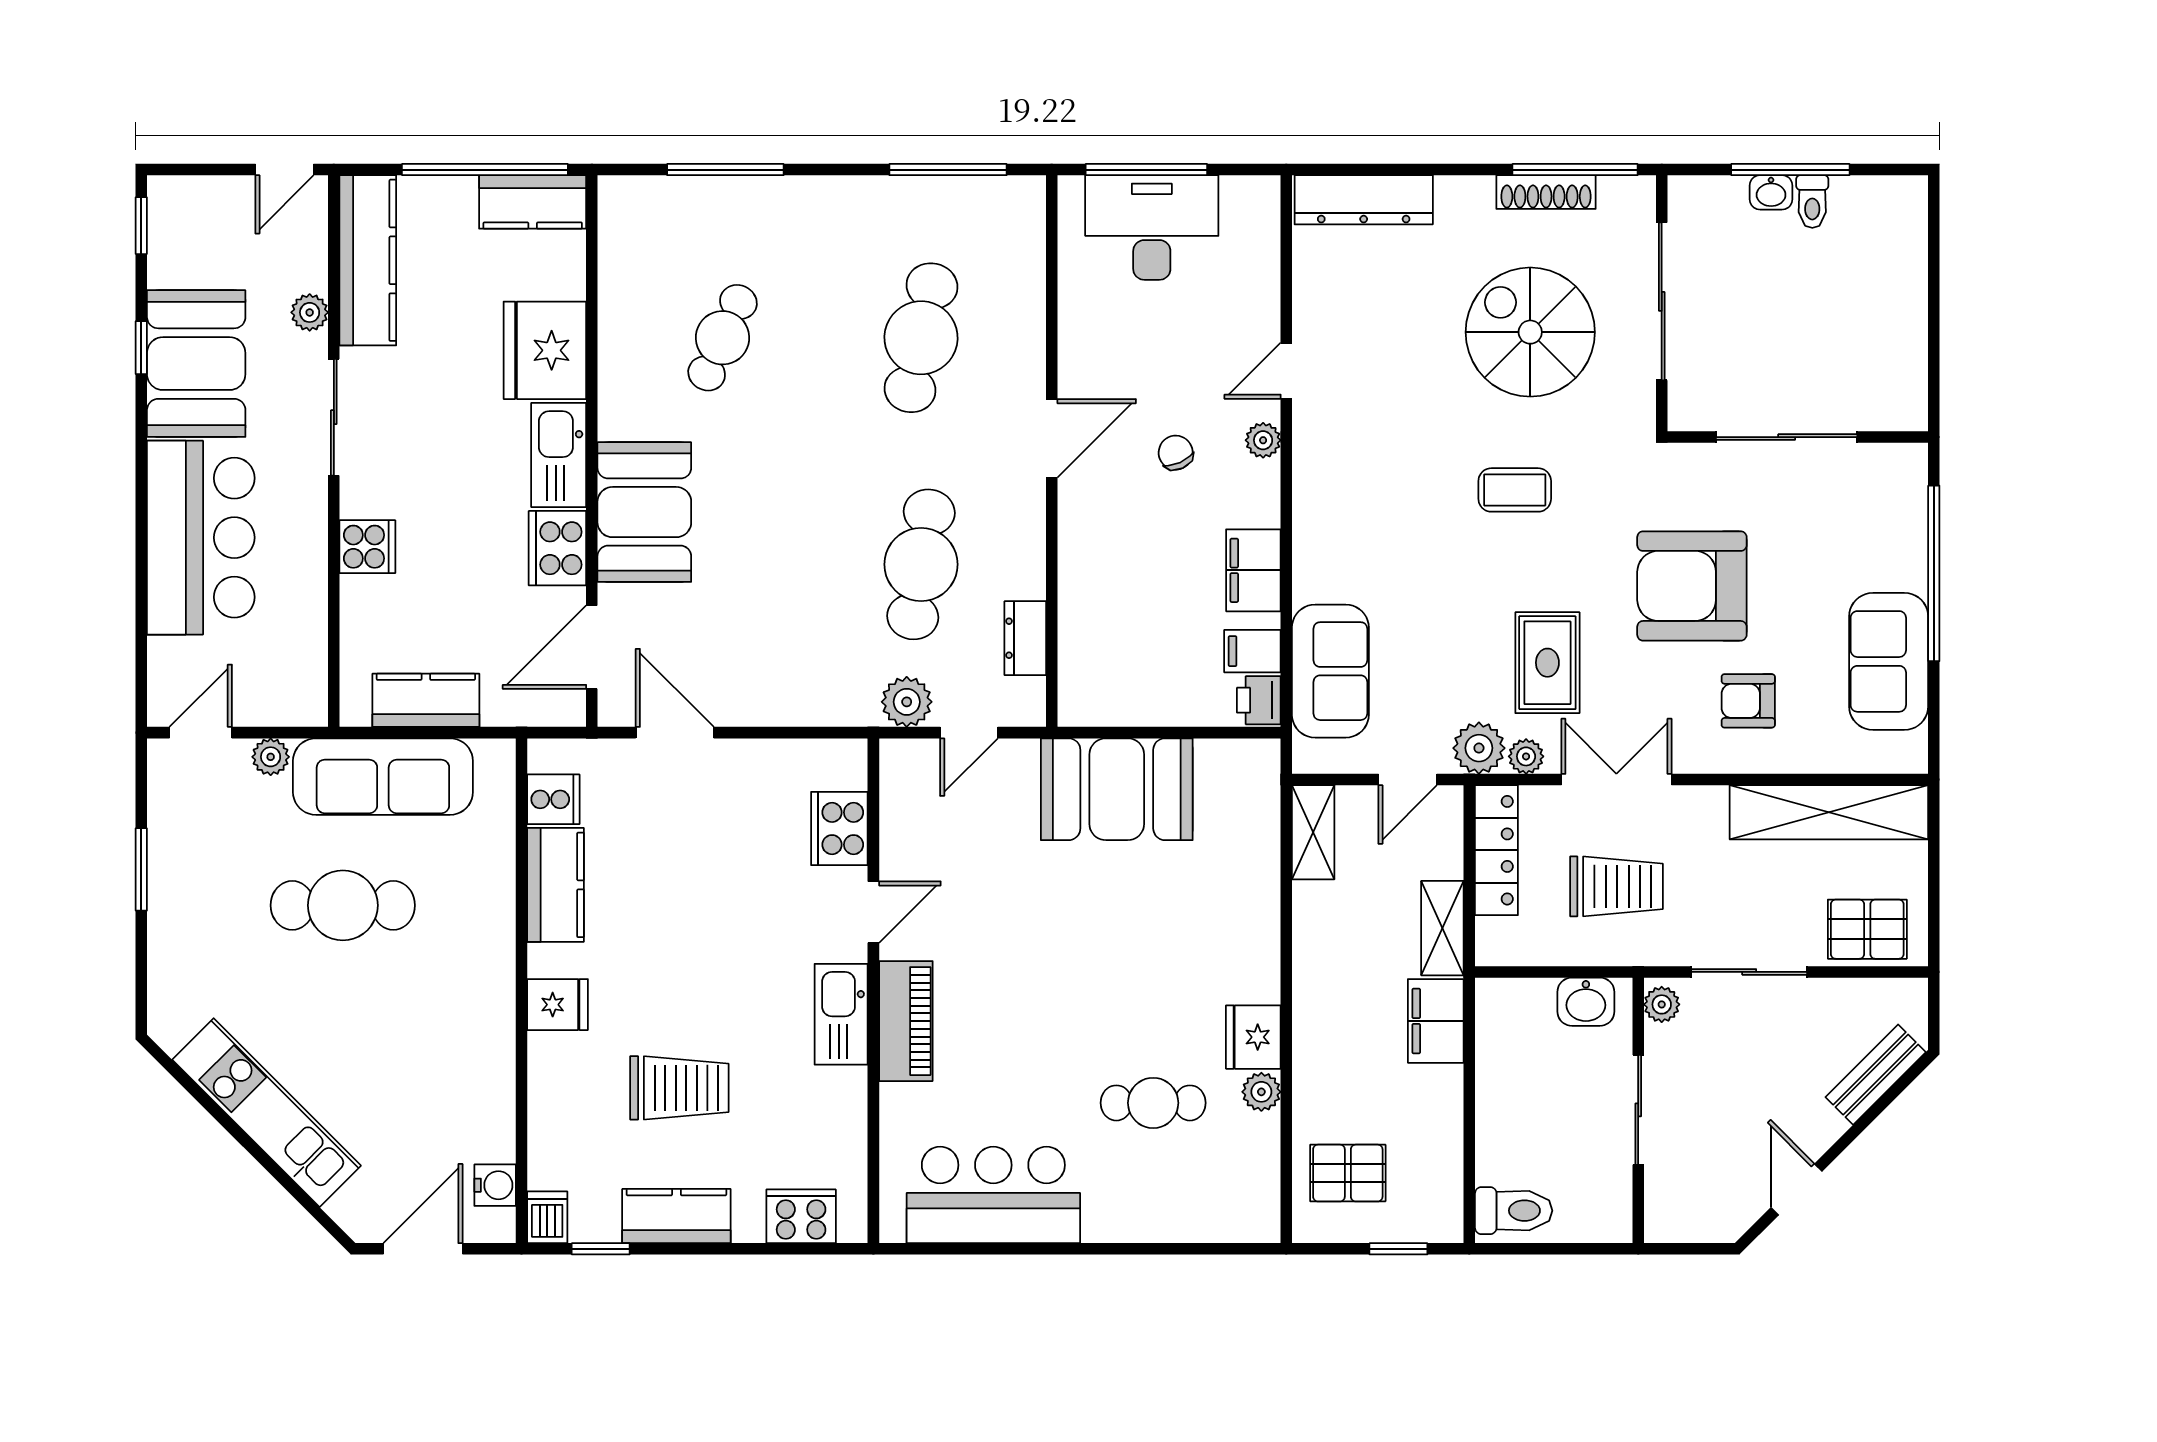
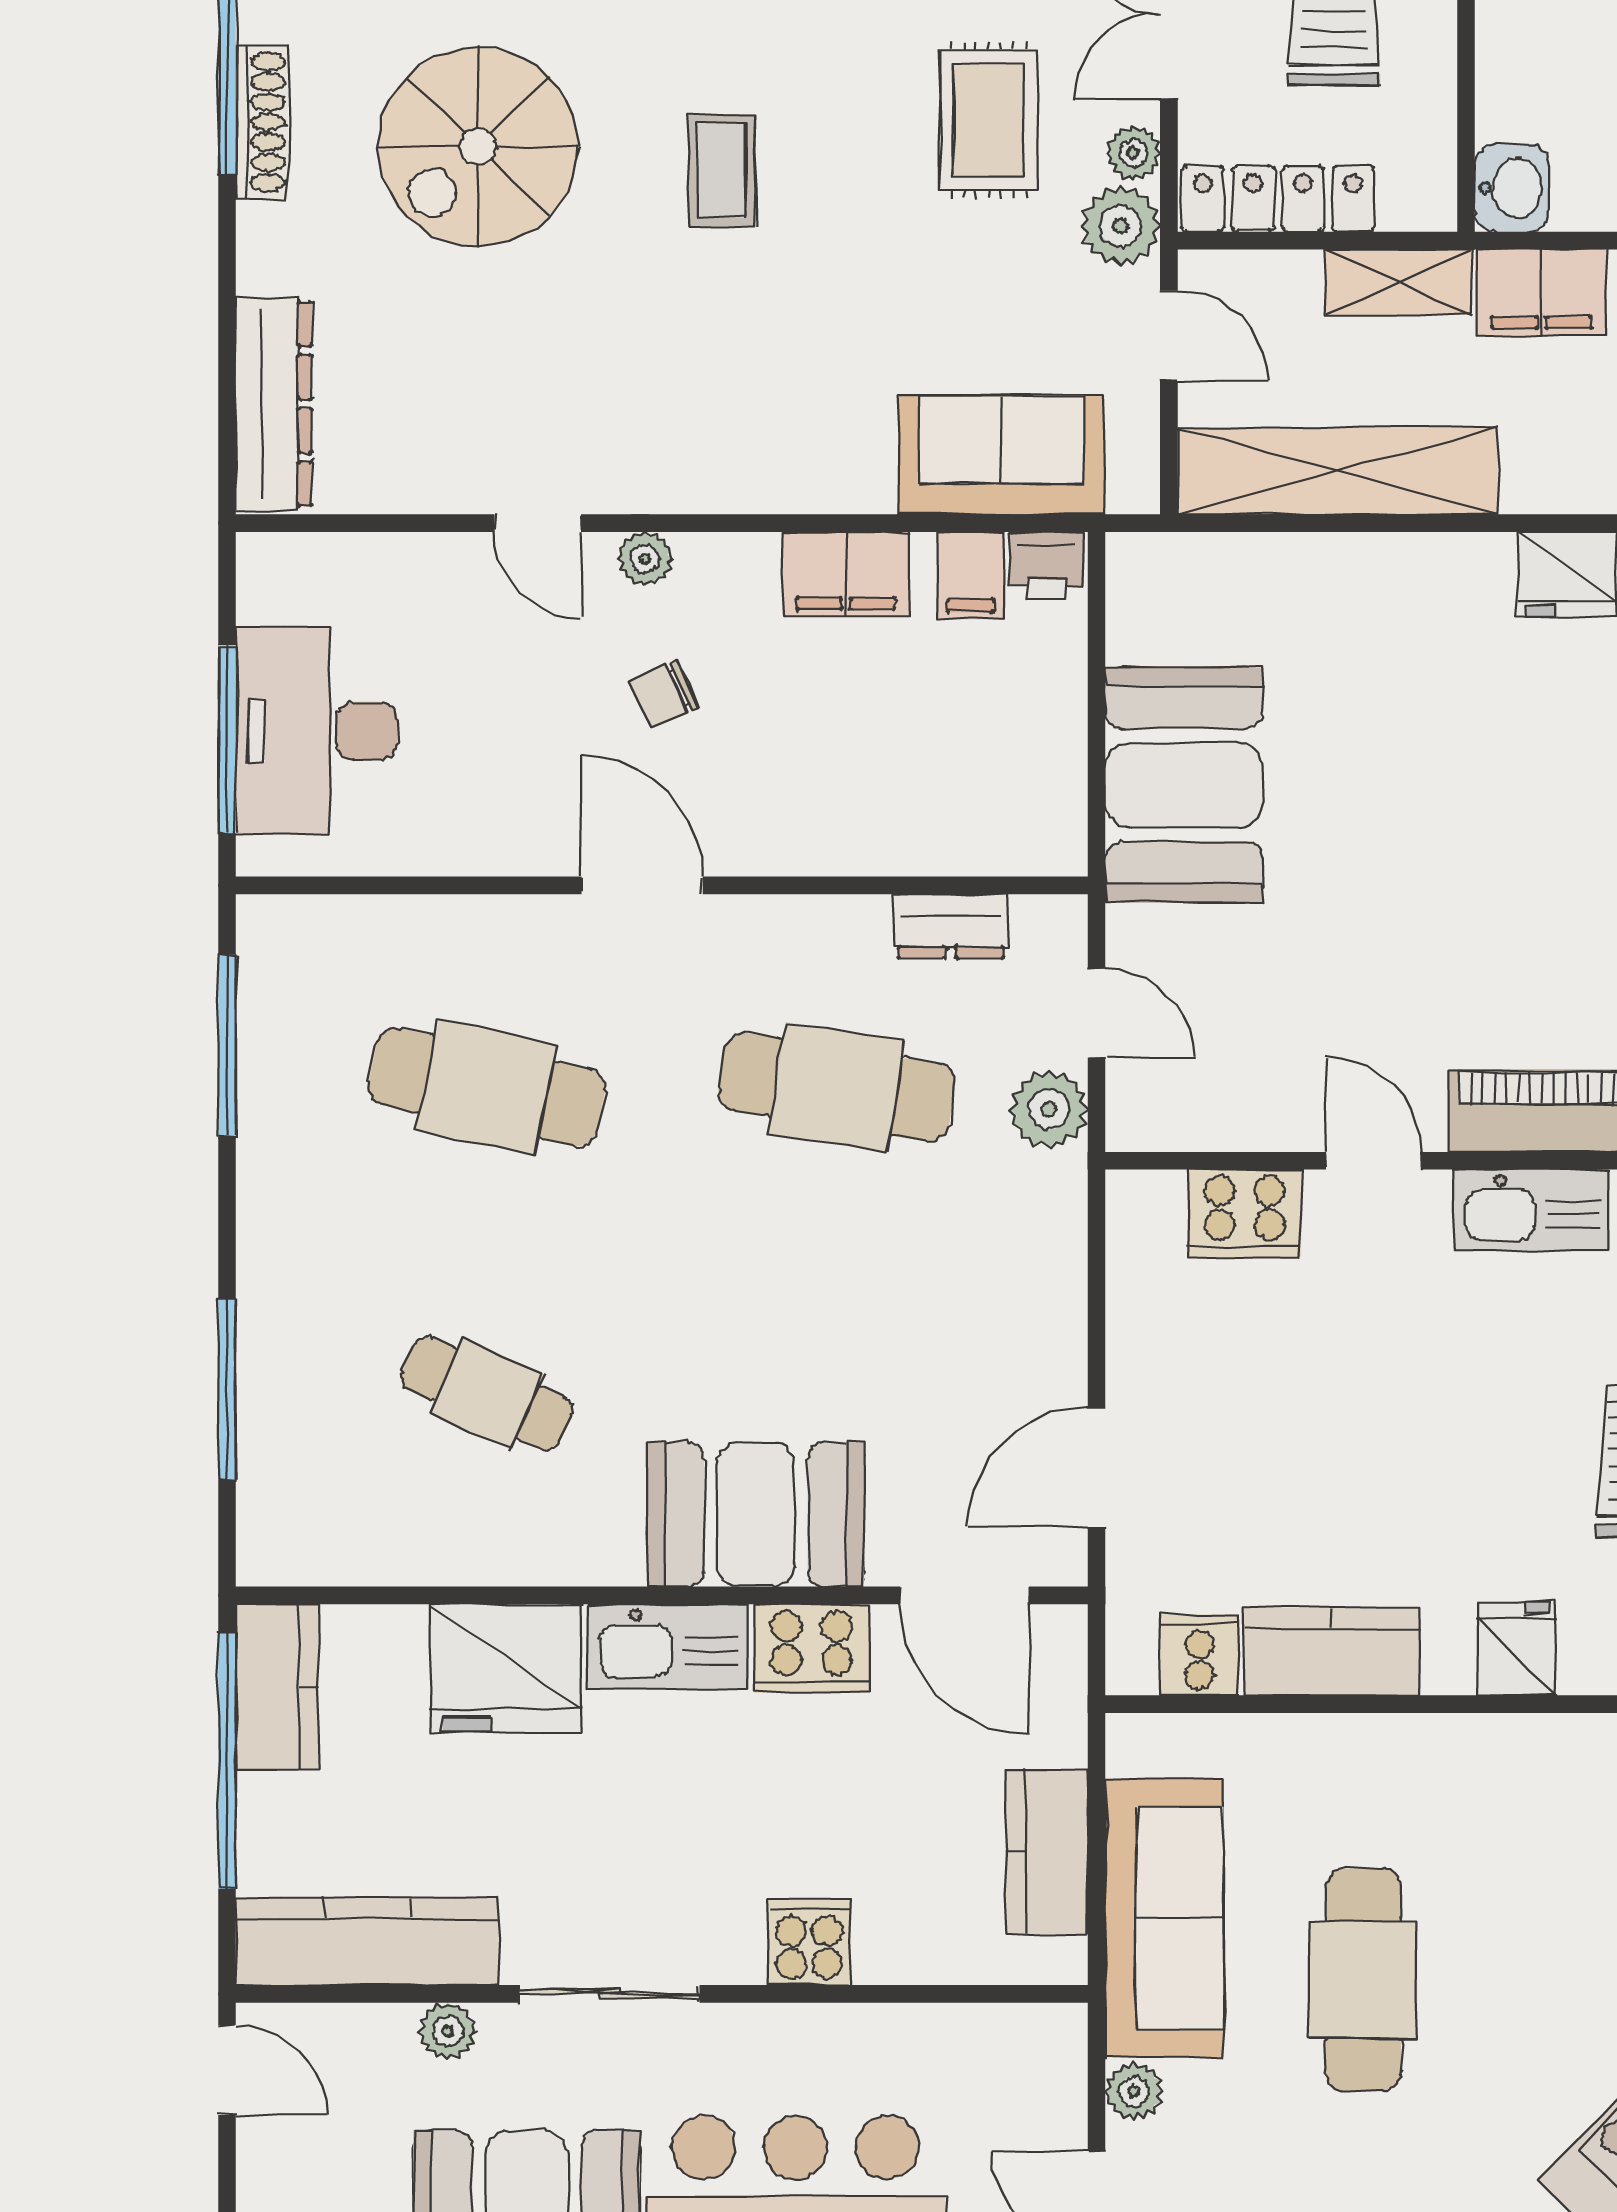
rug: (1547, 663) -> (988, 120), turned 90
shelving: (1313, 832) -> (1338, 471), width x2.20, depth x1.33
washbasin: (1586, 1002) -> (1512, 188), moved

